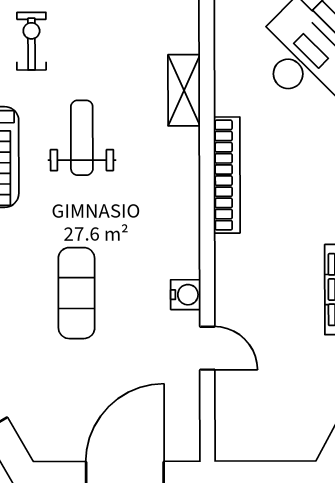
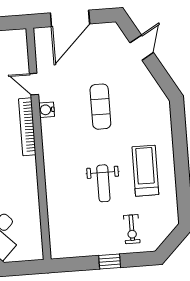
shelving: (184, 90) -> (55, 210), removed
bookcase: (227, 175) -> (27, 127), moved

